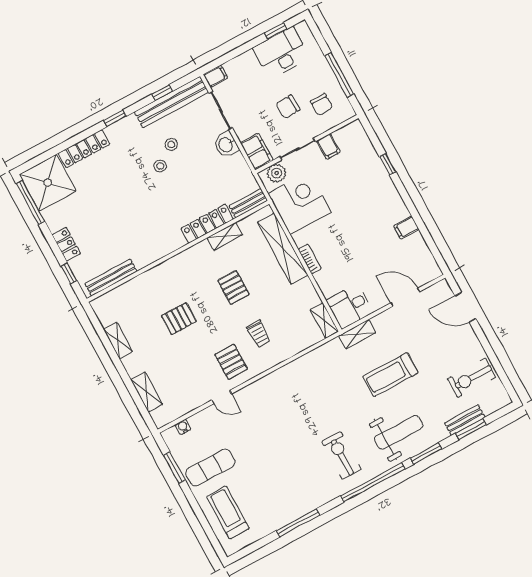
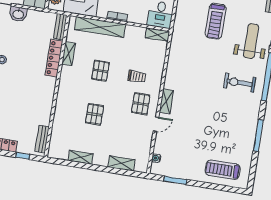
bench: (111, 278) -> (42, 139), width x0.73
pallet: (233, 287) -> (101, 71), turned 90
shelving: (357, 334) -> (166, 101), moved
pallet: (231, 362) -> (141, 104), turned 90
exercise mat: (210, 468) -> (190, 160), removed

